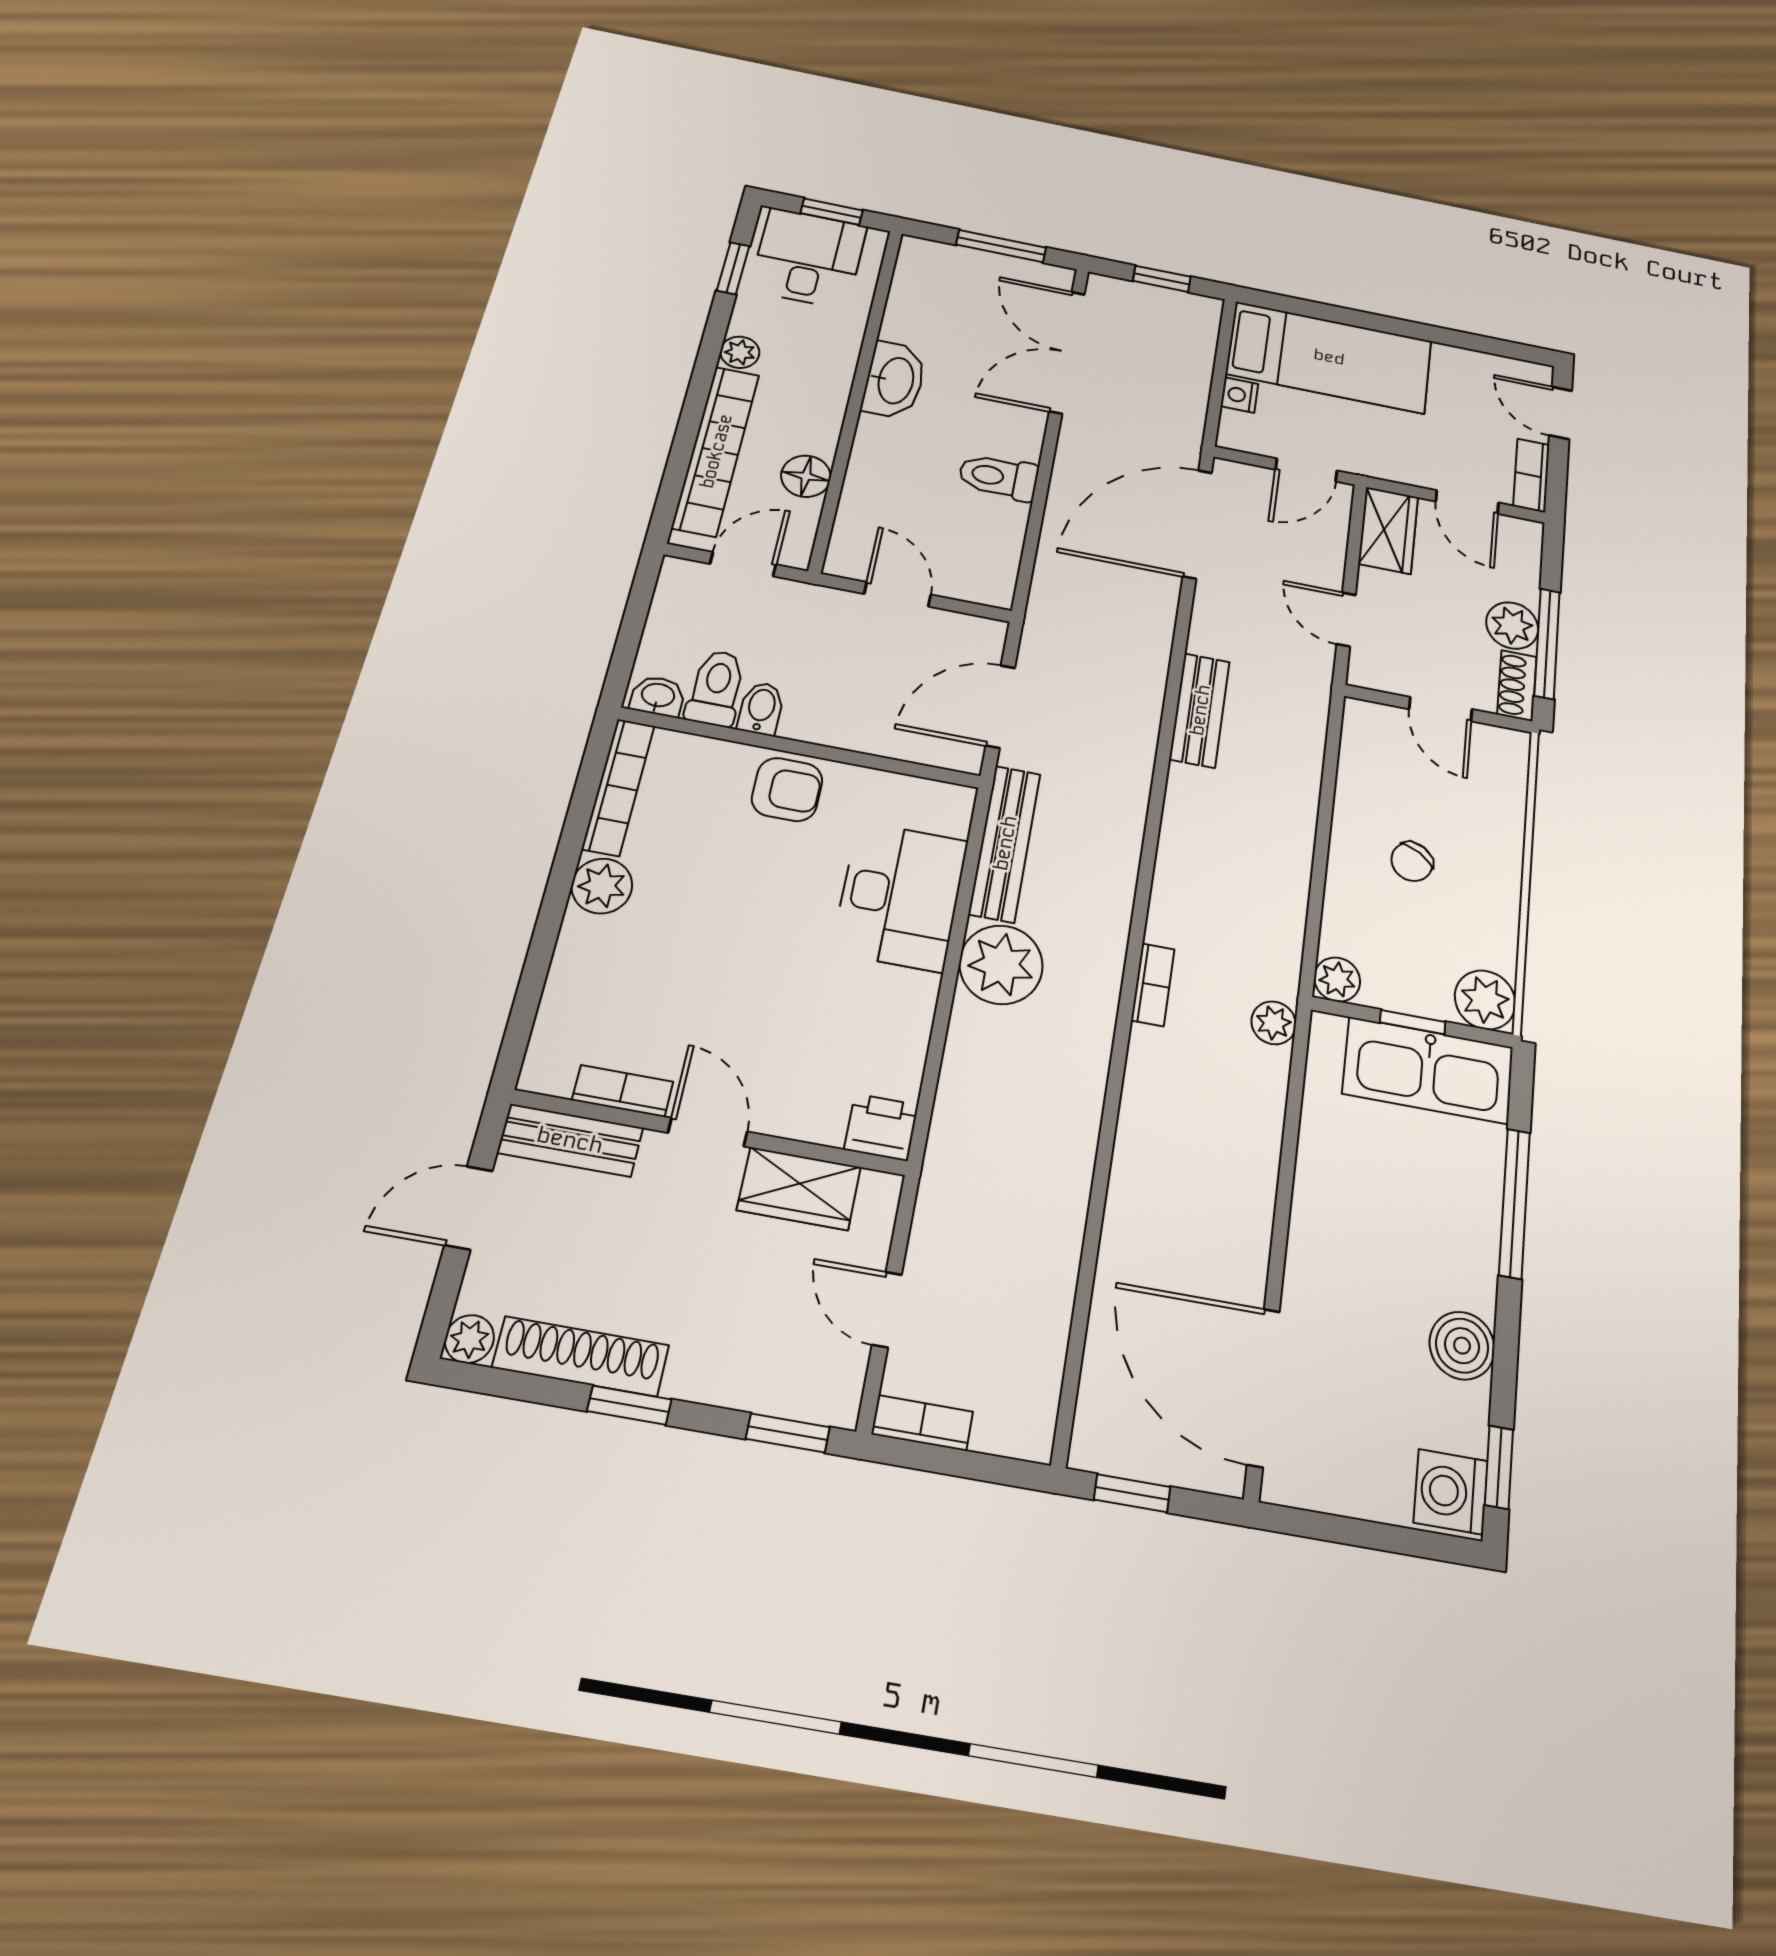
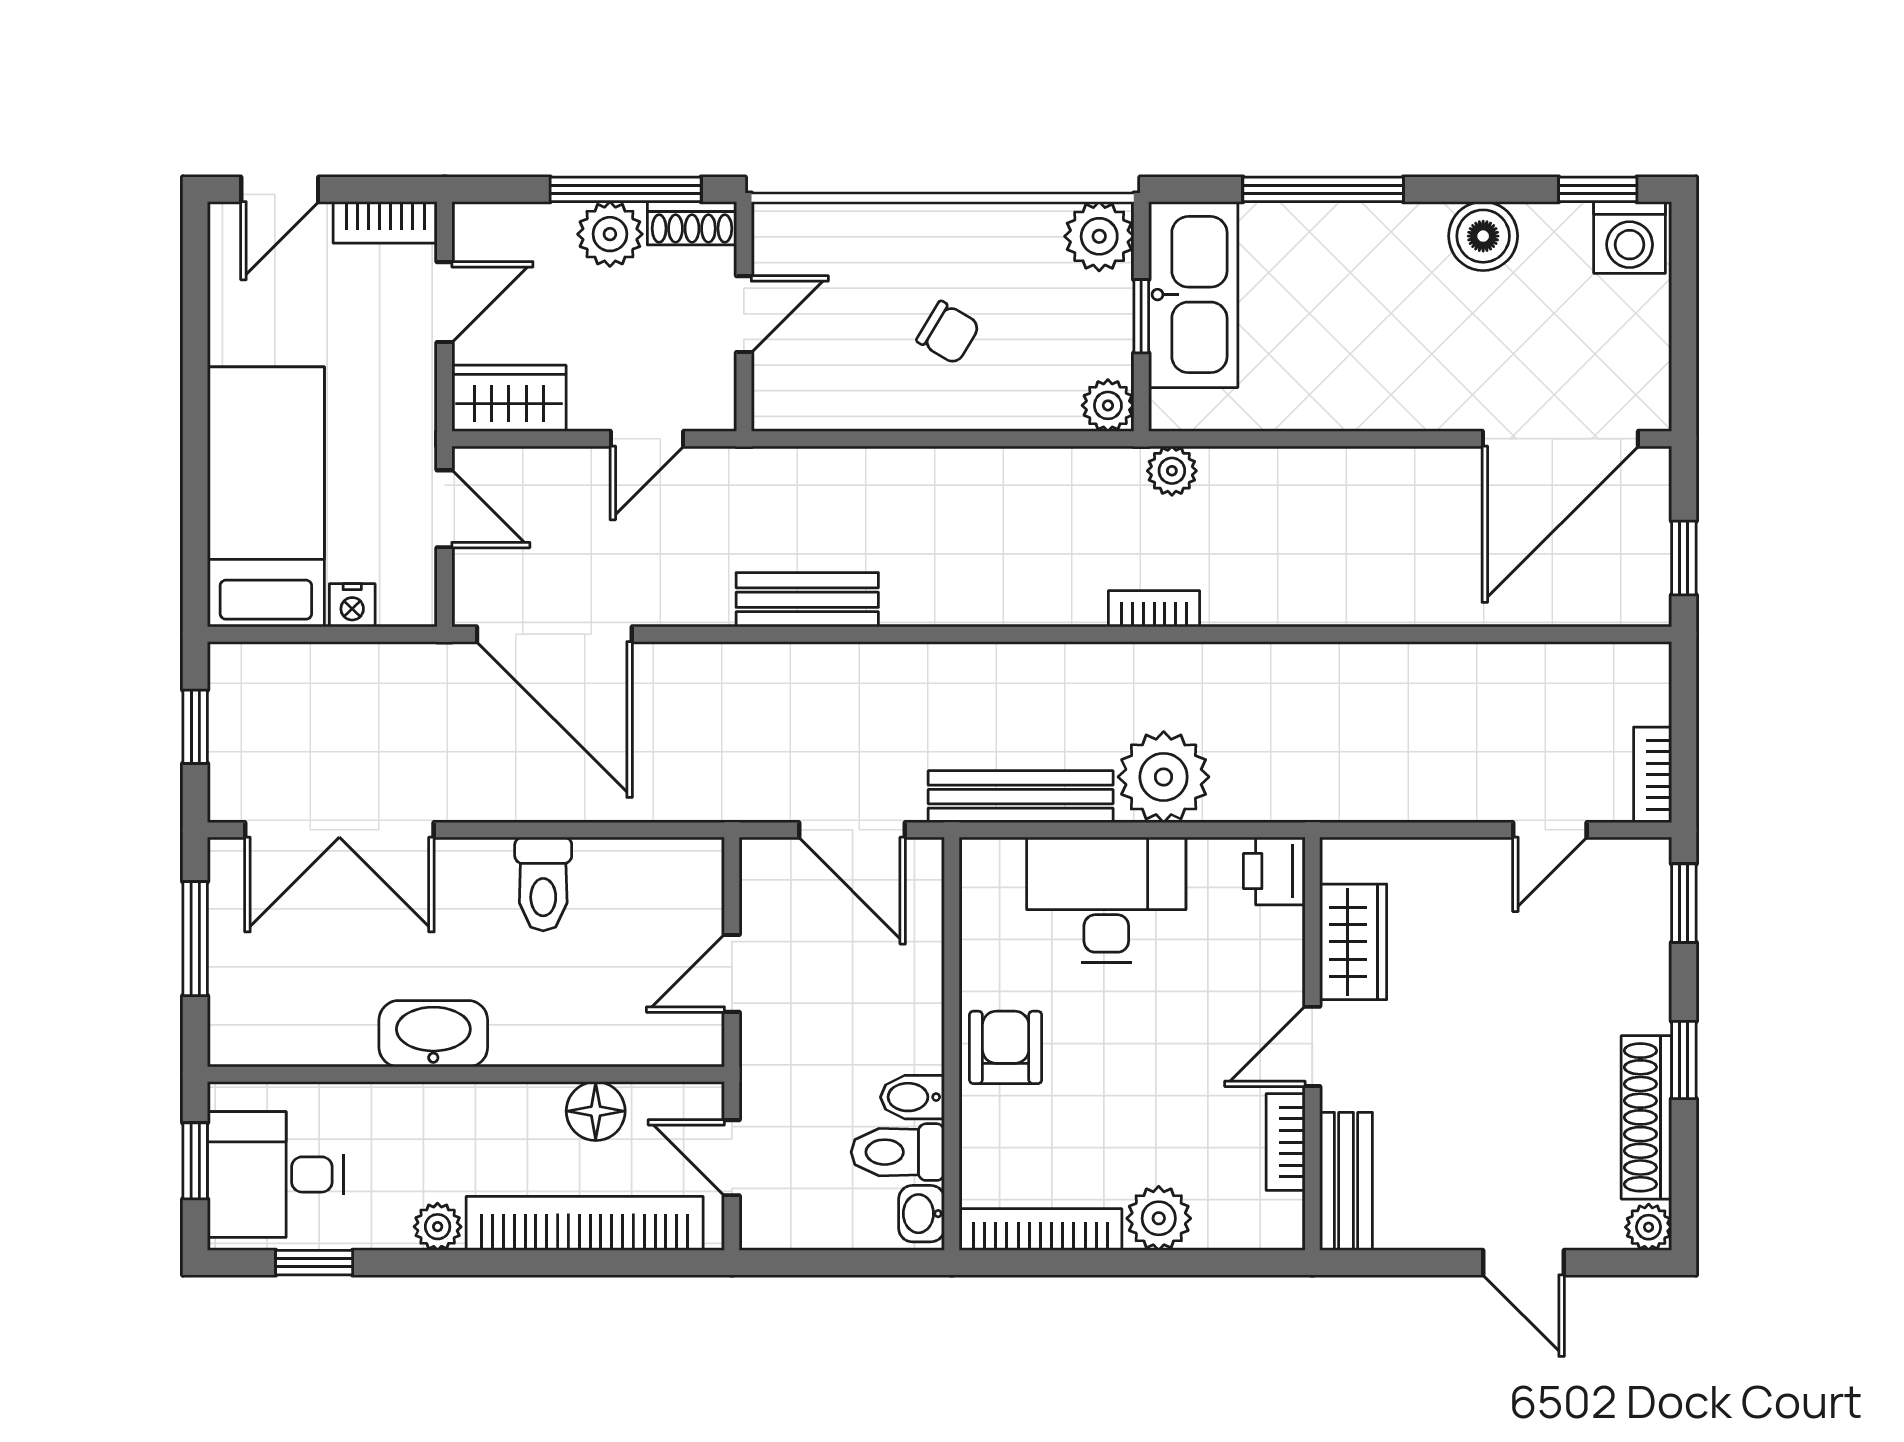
bookcase: (623, 1091) -> (1286, 1142), moved
printer: (881, 1127) -> (1274, 871), moved
door: (708, 1132) -> (1312, 1046), moved
wall: (710, 1133) -> (1312, 1044), moved
bench: (570, 1140) -> (1346, 1181), moved
wardrobe: (799, 1189) -> (1353, 942), moved

